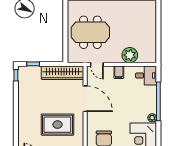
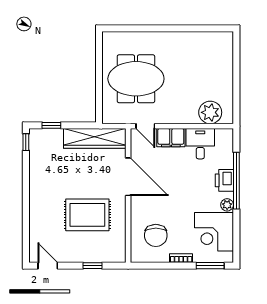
plant: (130, 55) -> (210, 112), moved
filing cabinet: (119, 72) -> (171, 138), width x2.00
desk: (146, 76) -> (200, 144), moved, turned -90
printer: (150, 101) -> (224, 180), added

